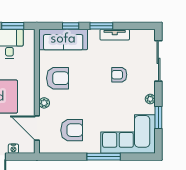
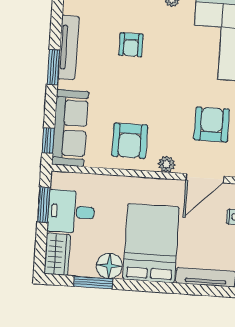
window: (71, 26) -> (48, 141), moved
tv unit: (115, 35) -> (68, 47), width x1.41
armchair: (58, 78) -> (130, 141), turned 180

